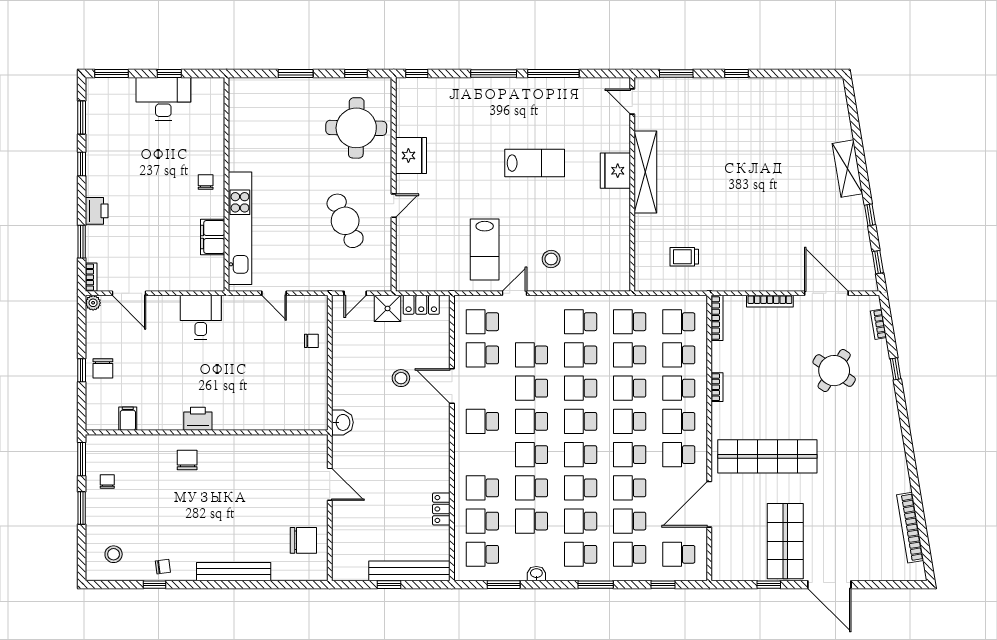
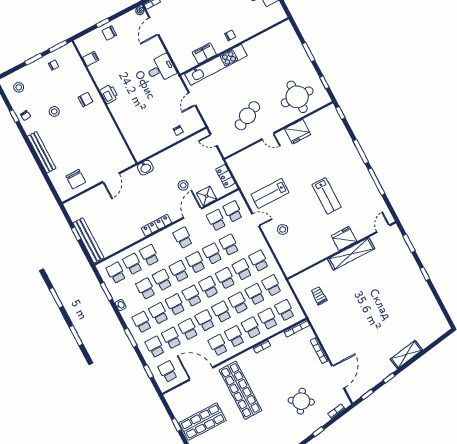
shower: (388, 308) -> (207, 196), moved
locker: (441, 509) -> (156, 225), moved, width x1.53
stool: (180, 519) -> (54, 111), added

